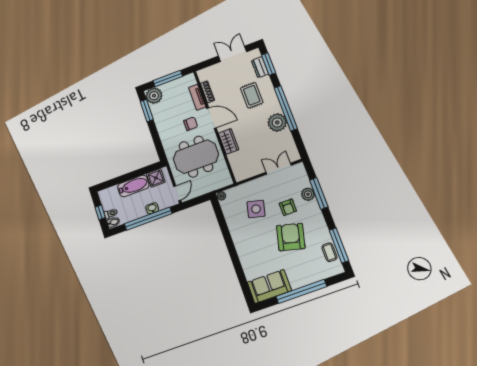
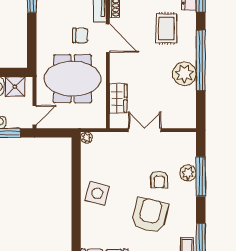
wardrobe: (229, 141) -> (118, 98), moved
double door: (279, 169) -> (145, 130), moved
side table: (256, 209) -> (97, 193), moved

